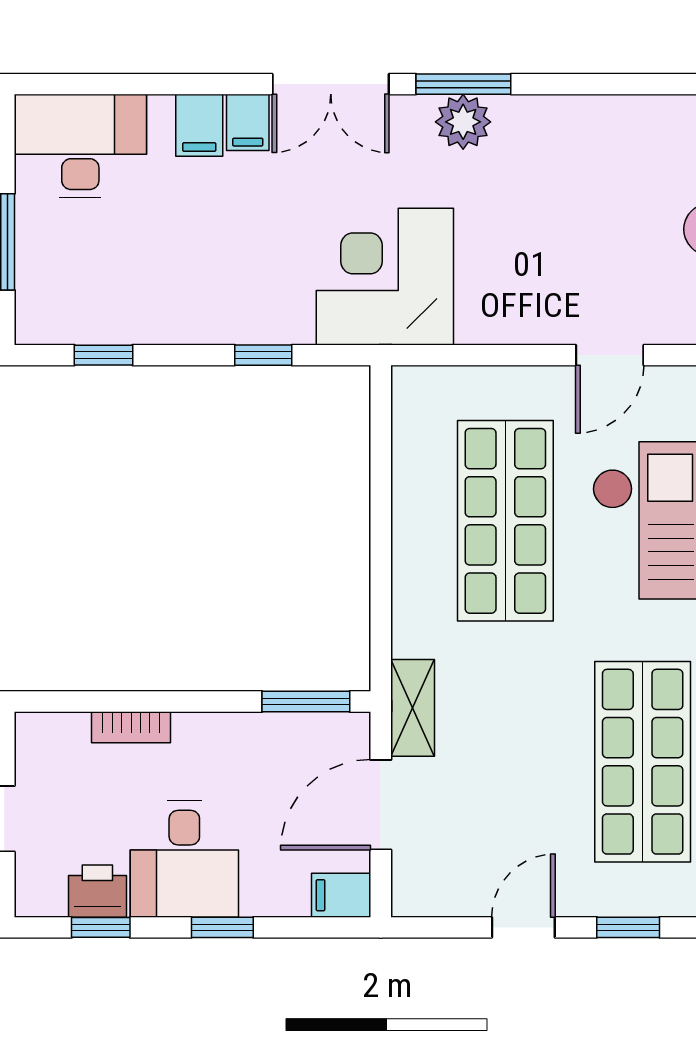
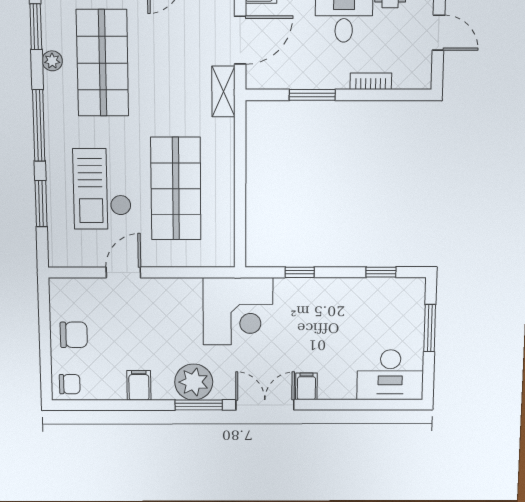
plant: (463, 122) -> (194, 382), width x1.36, depth x1.36
filing cabinet: (199, 125) -> (139, 385), moved
window: (306, 702) -> (312, 95), moved

